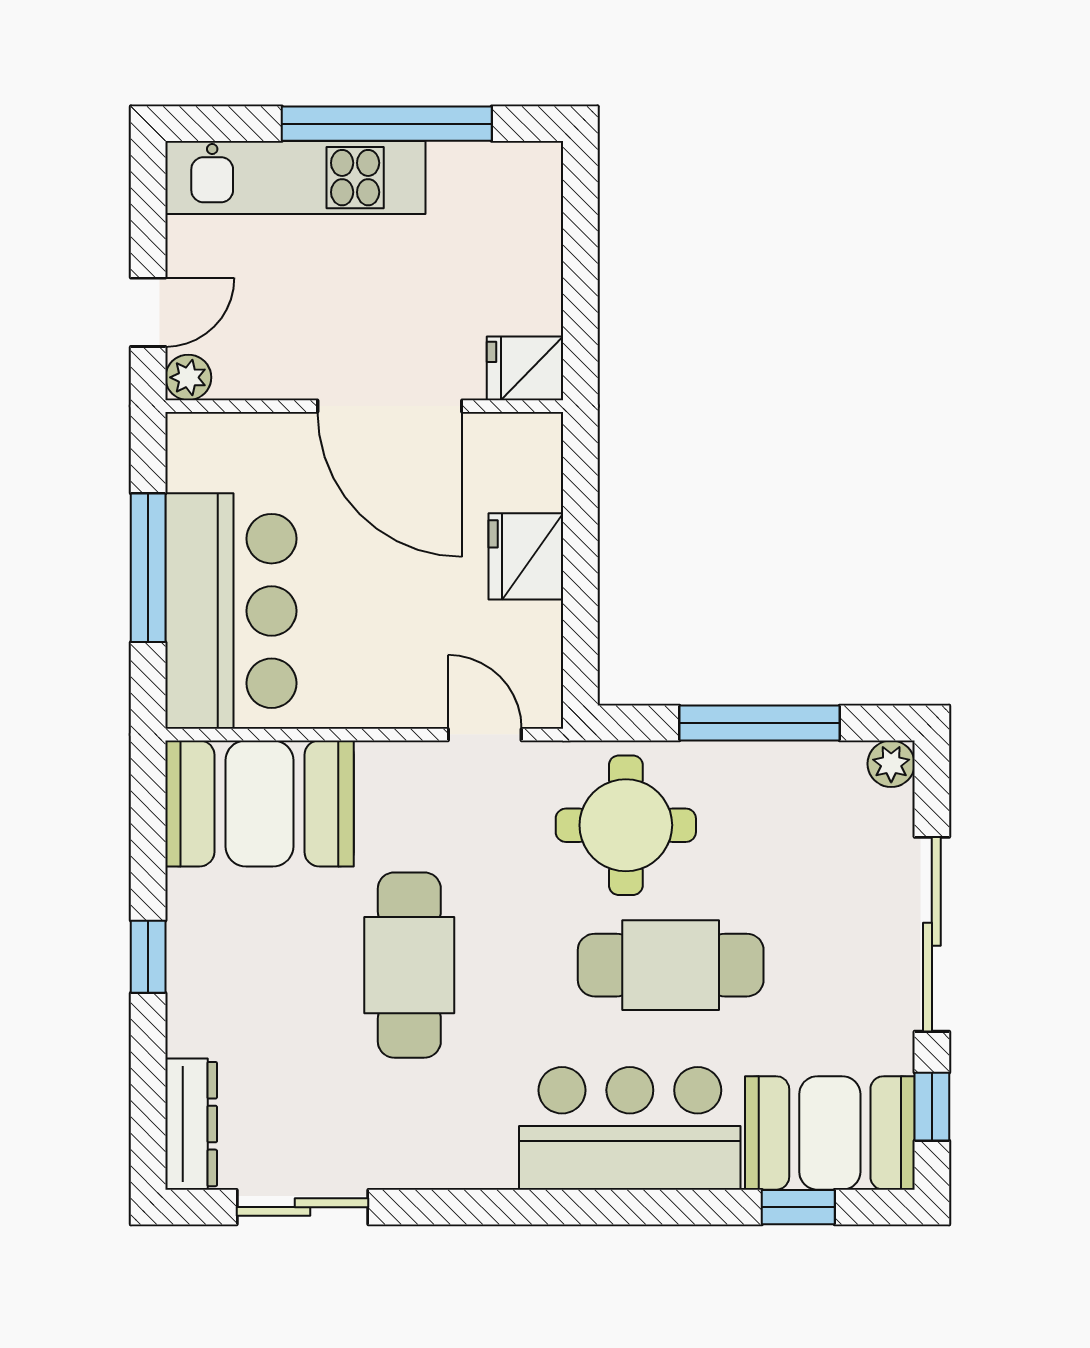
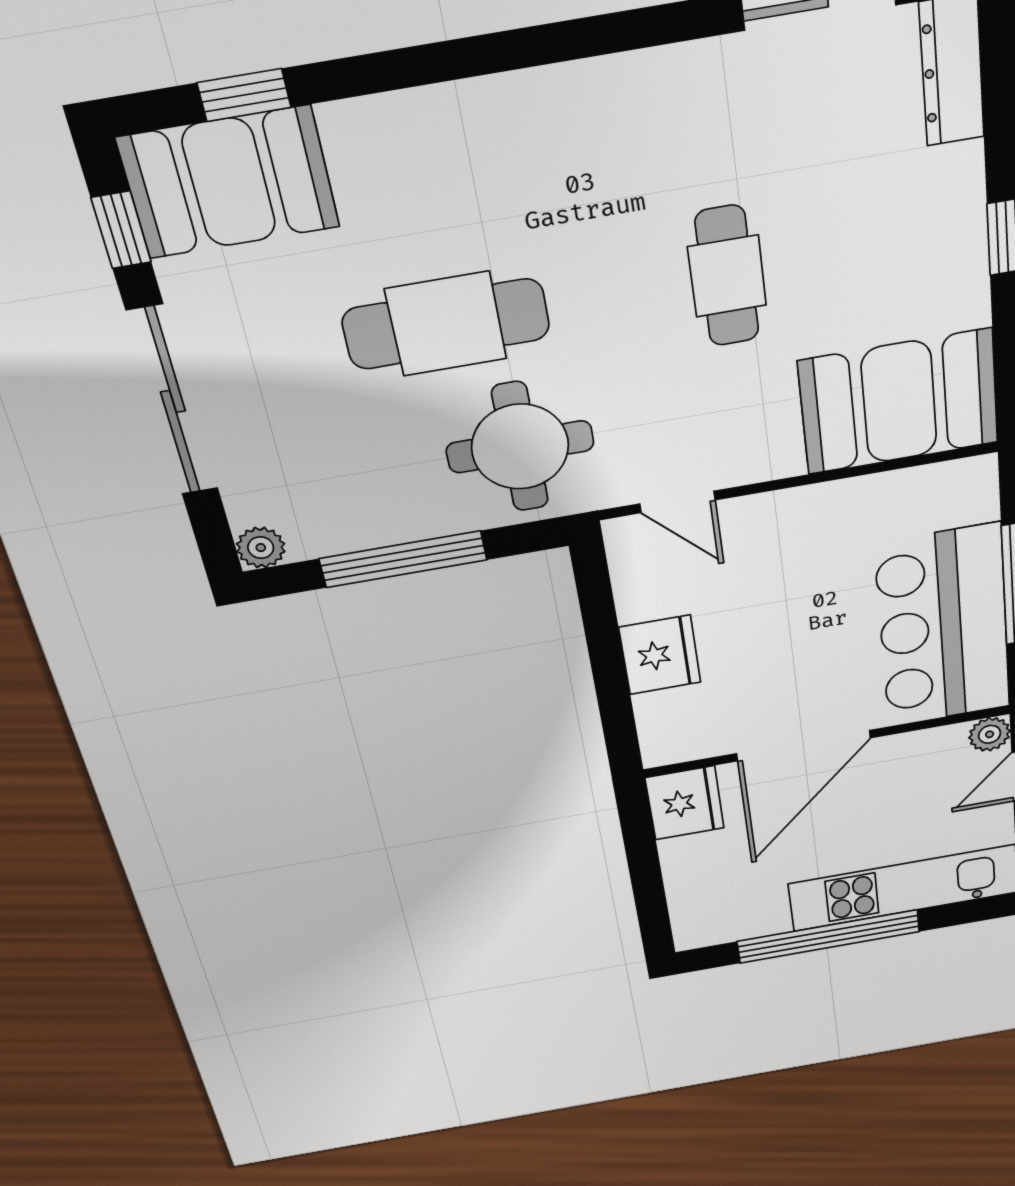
fridge: (525, 368) -> (685, 803), width x1.38
door: (390, 406) -> (804, 746), swing flipped
bar counter: (231, 611) -> (943, 627), moved
cafe table: (409, 965) -> (727, 276), width x0.73, depth x0.74
bar counter: (630, 1128) -> (457, 149), removed

